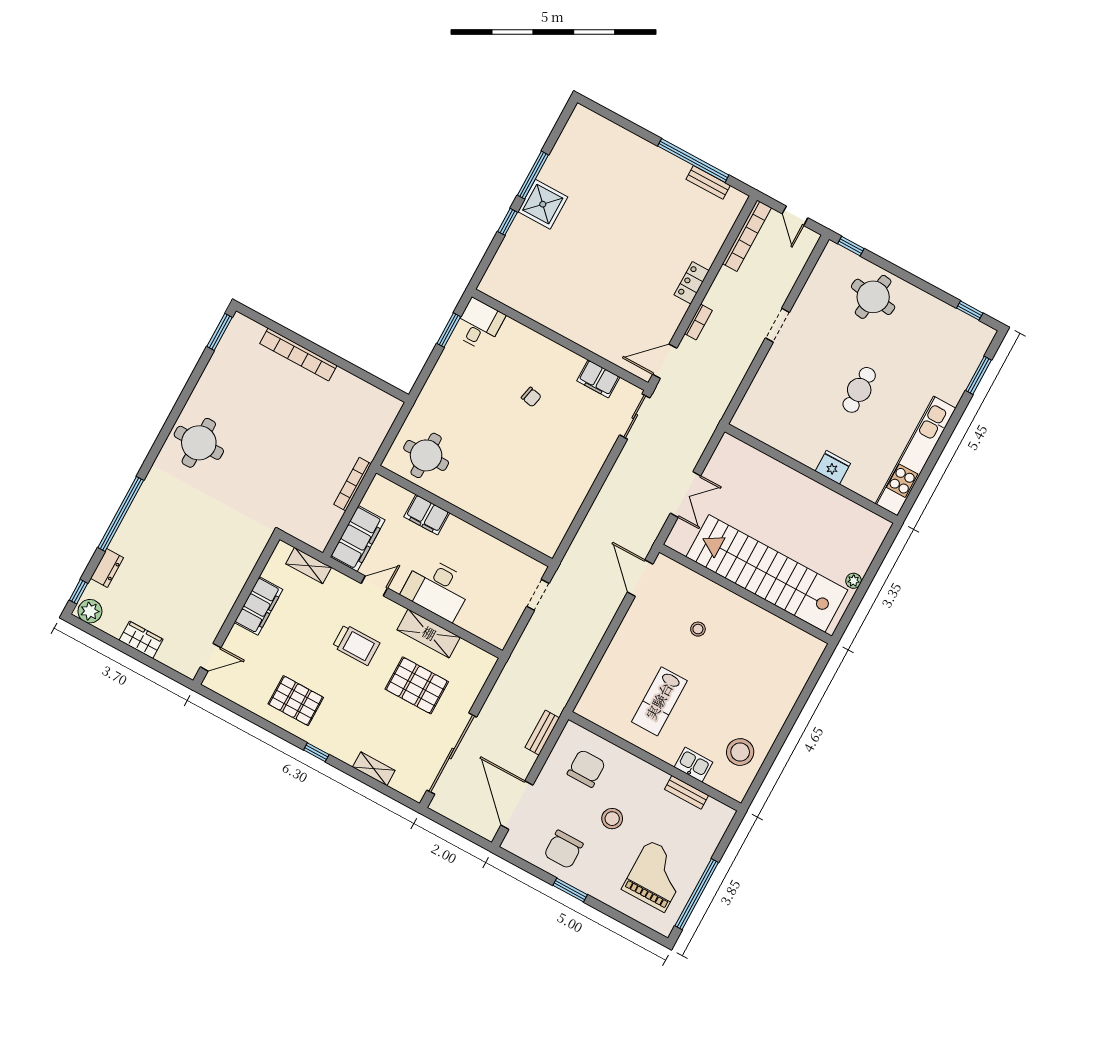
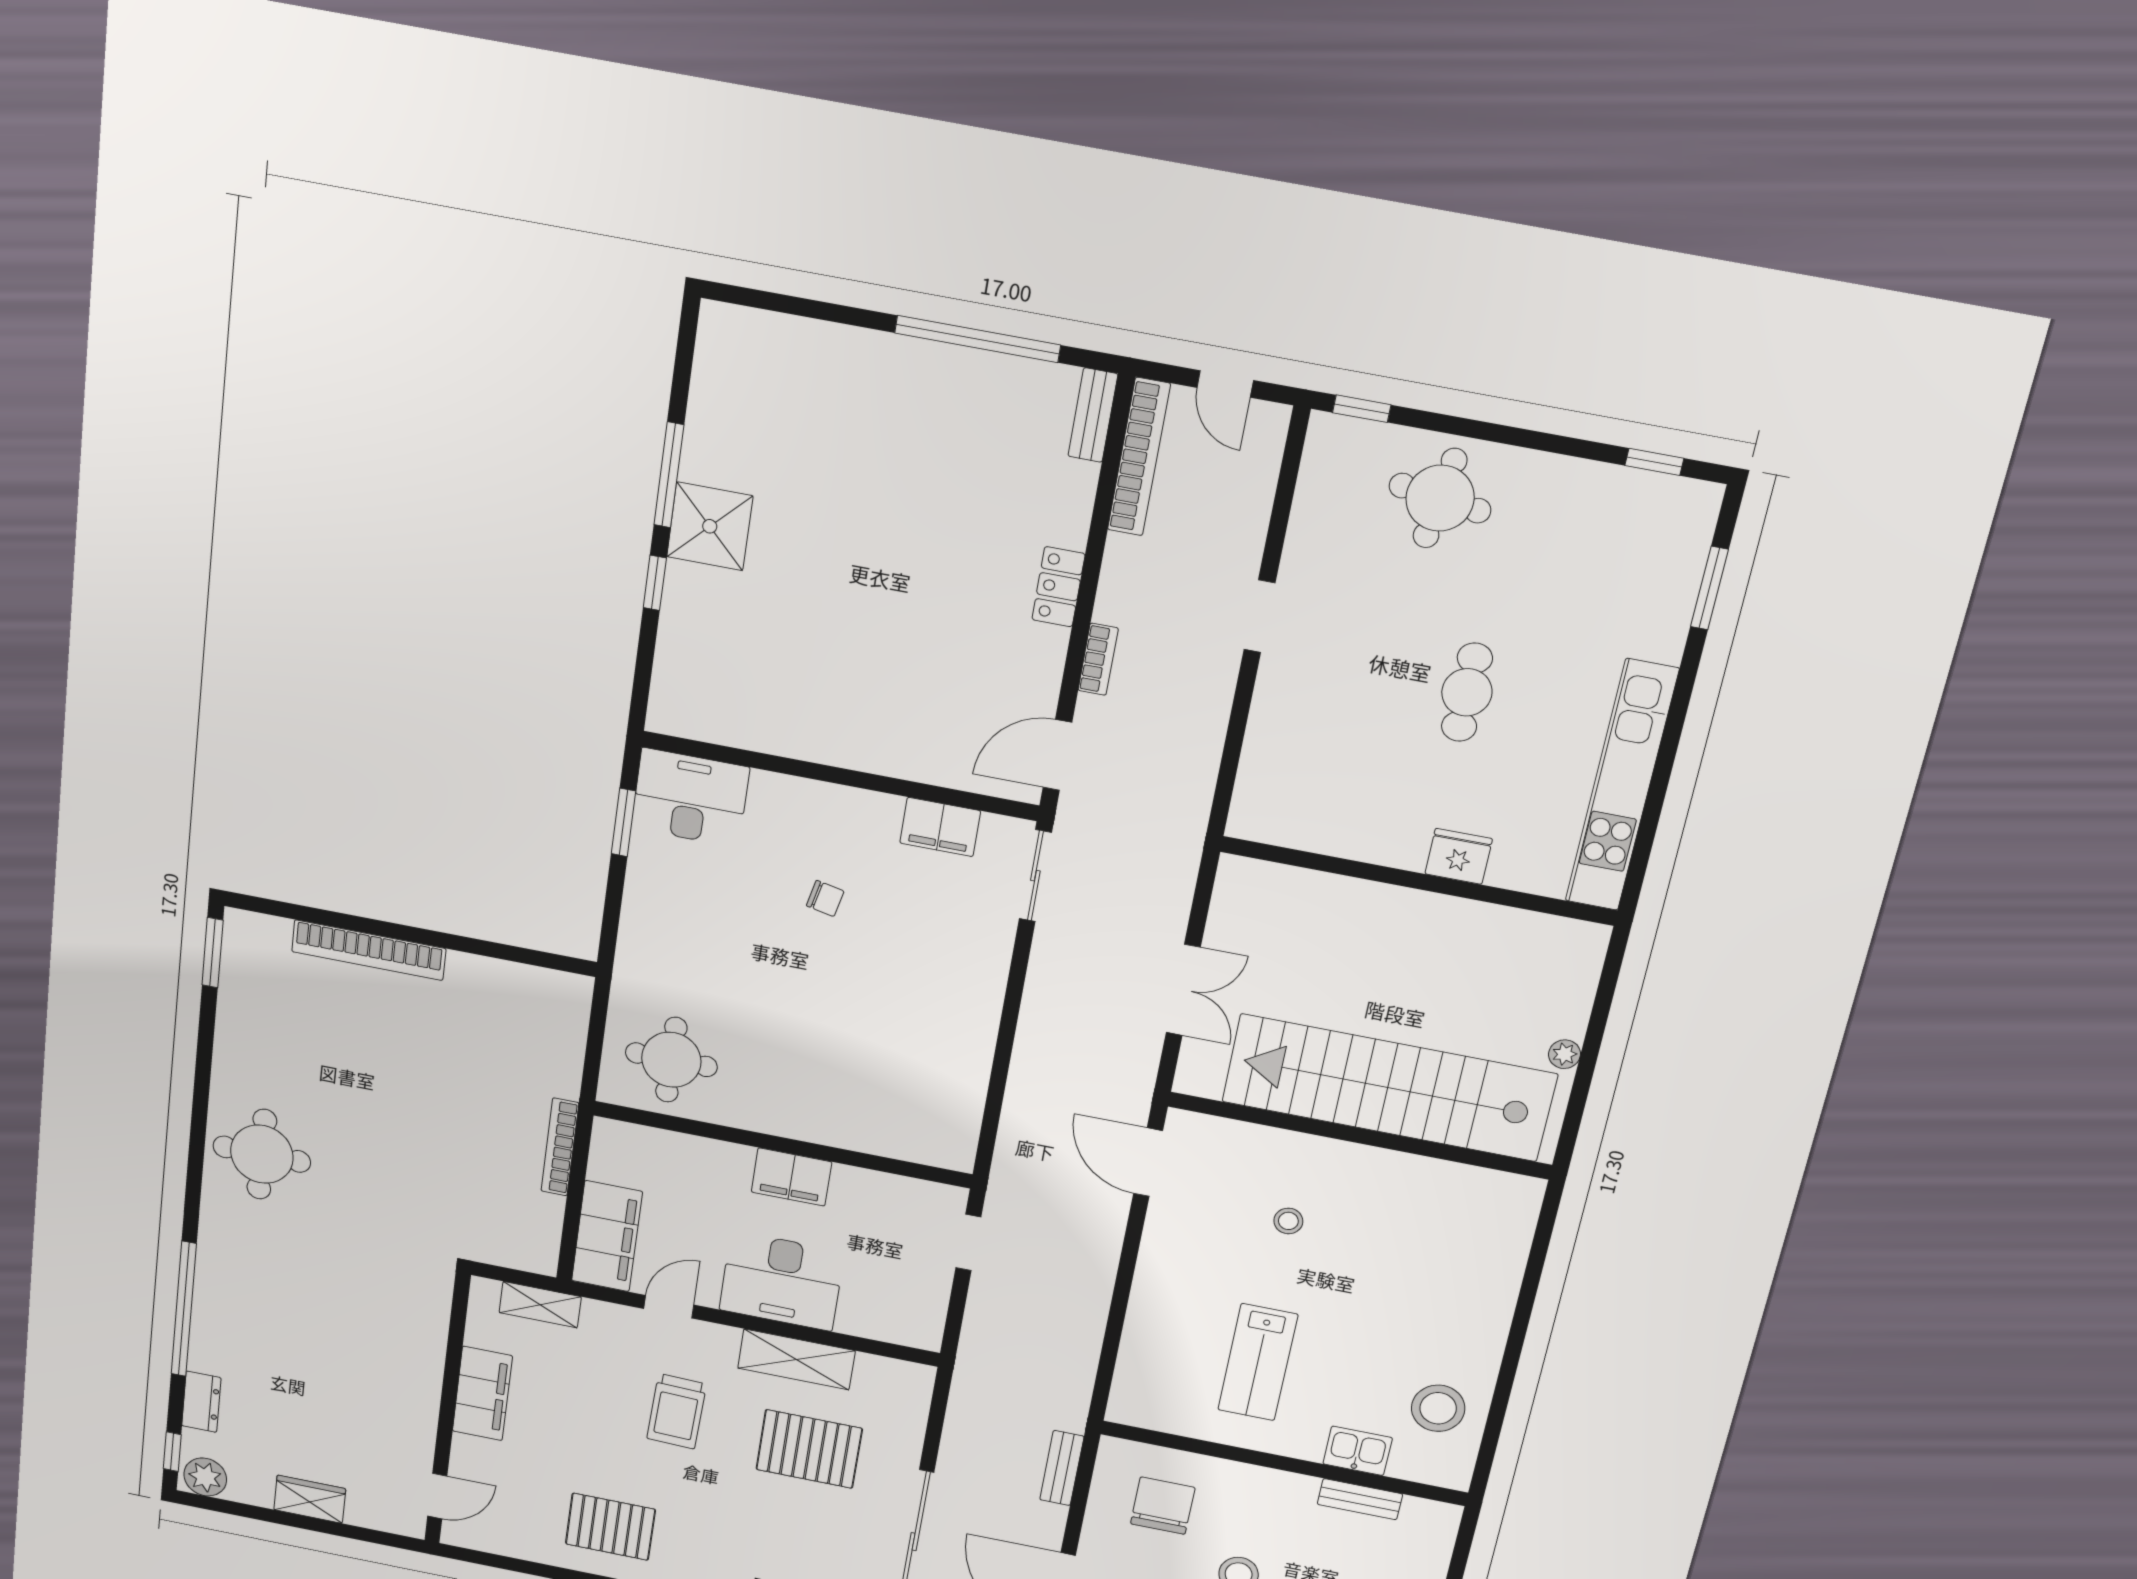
bench: (708, 182) -> (1093, 415), moved, turned 90
desk: (479, 324) -> (690, 798), width x1.37
filing cabinet: (427, 515) -> (791, 1177), moved
trolley: (356, 645) -> (677, 1411), turned 92

